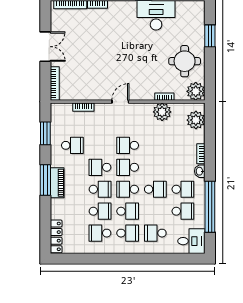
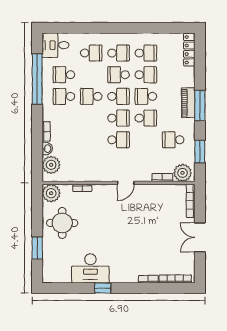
plant: (162, 112) -> (183, 173), moved
washbasin: (200, 171) -> (47, 149), moved
school desk: (100, 211) -> (146, 75), turned 180
school desk: (128, 233) -> (119, 53), turned 180

